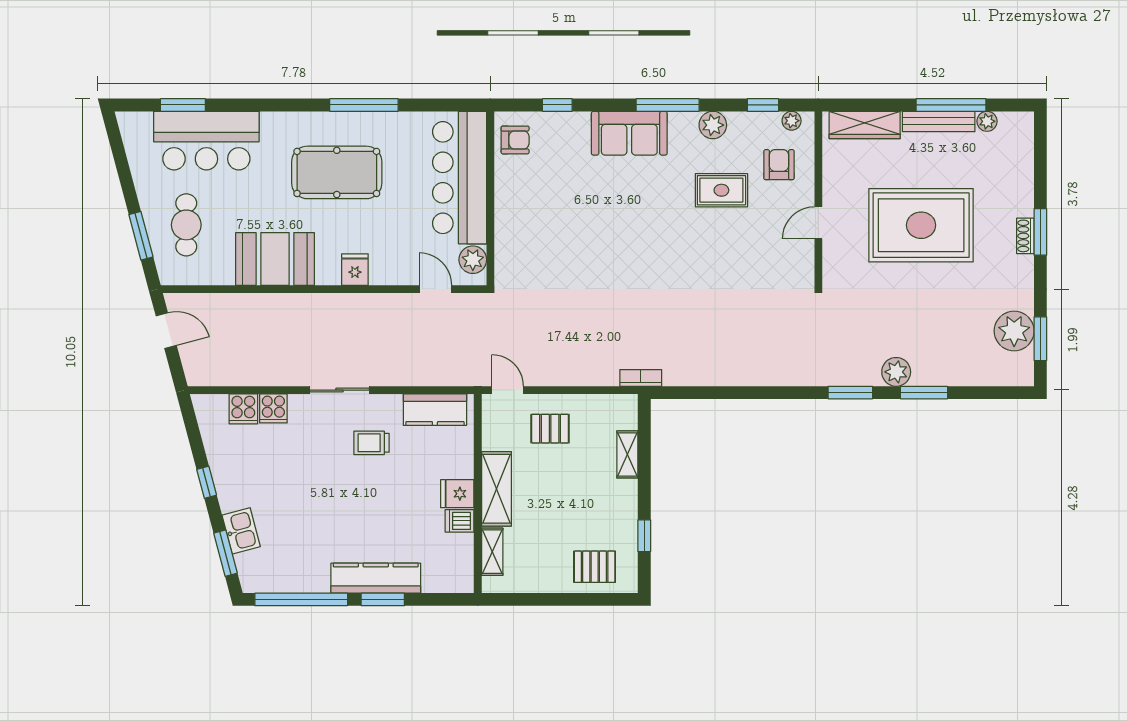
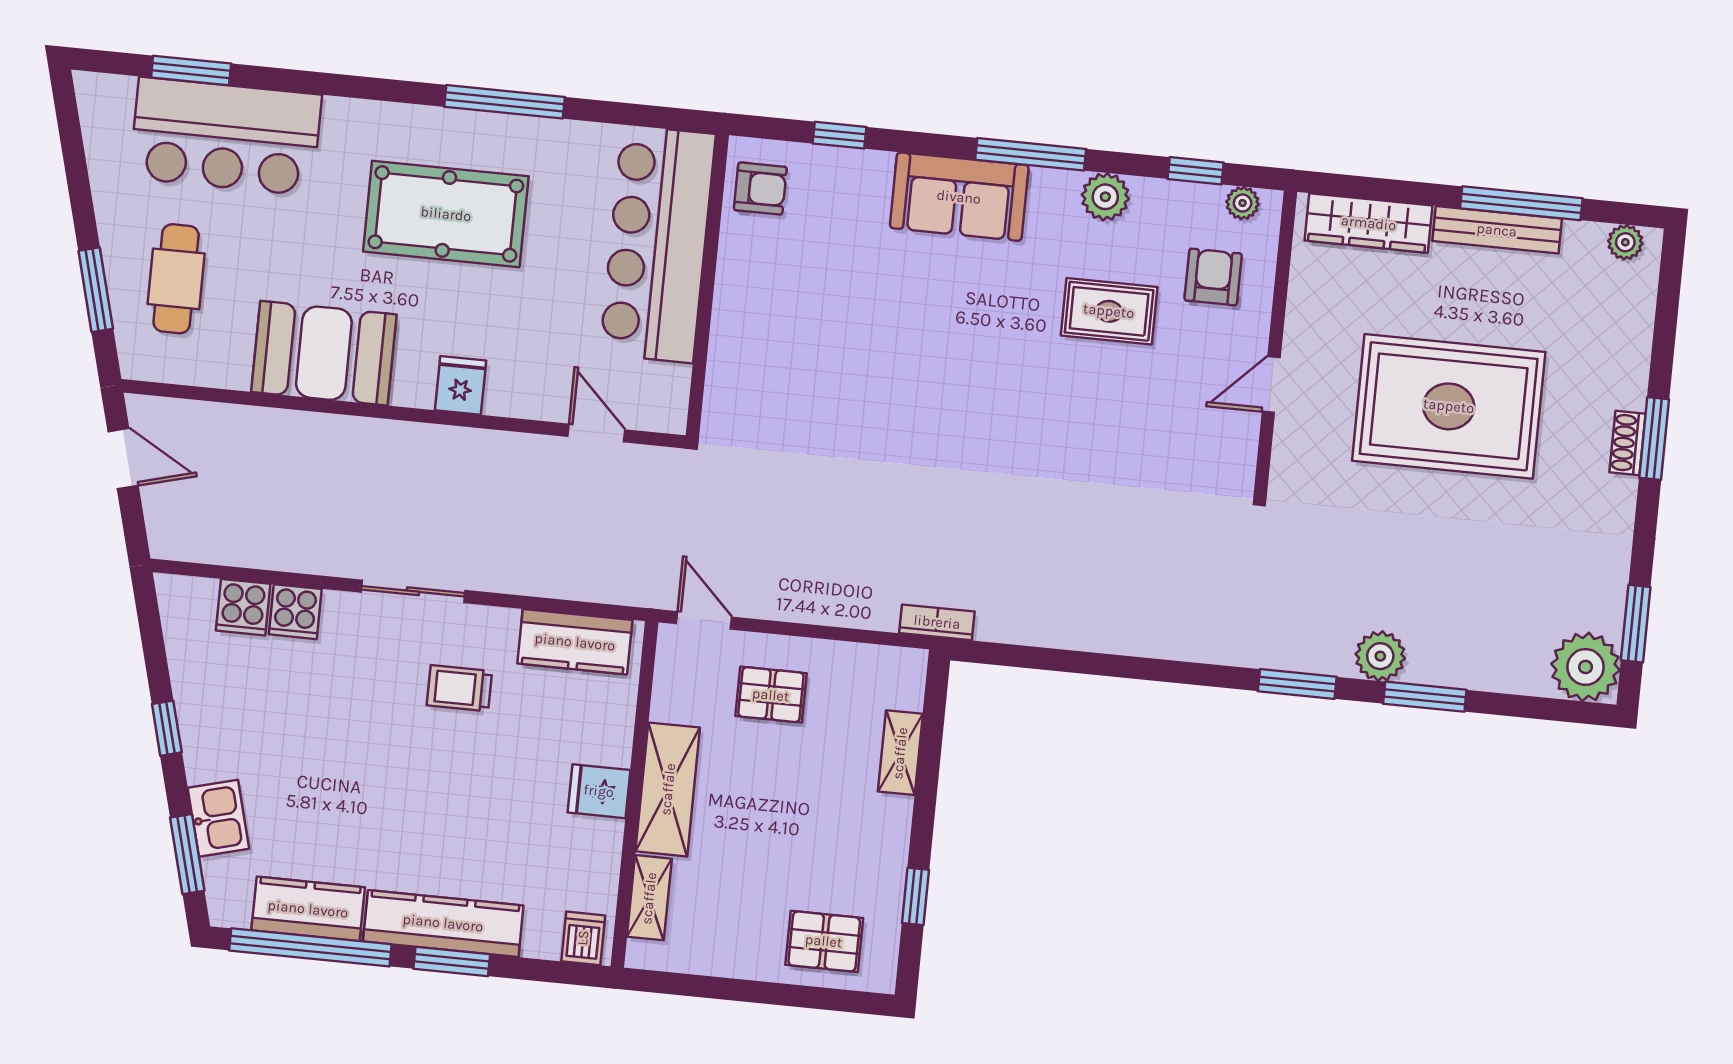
plant: (987, 121) -> (1625, 242), moved
plant: (473, 260) -> (666, 389), removed
plant: (1014, 331) -> (1586, 667), moved
dishwasher: (460, 521) -> (583, 938), moved, turned 90
kitchen counter: (298, 578) -> (308, 909), added

